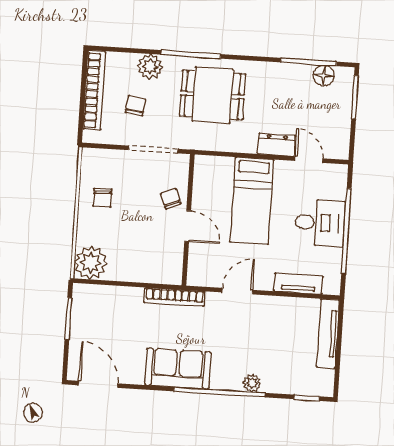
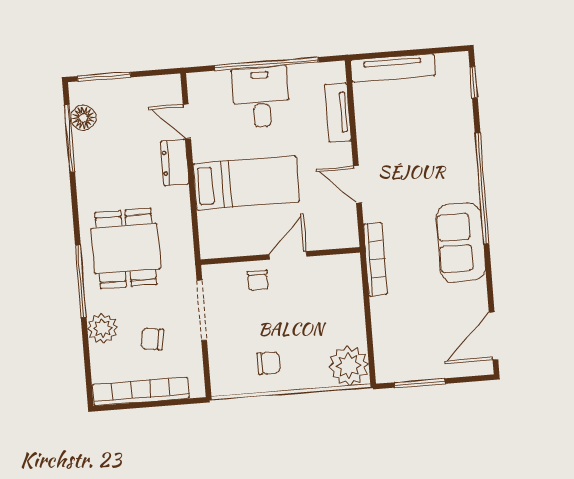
door: (309, 160) -> (187, 121), hinge flipped
chair: (171, 199) -> (258, 280), turned -69
plant: (252, 383) -> (465, 151), removed

